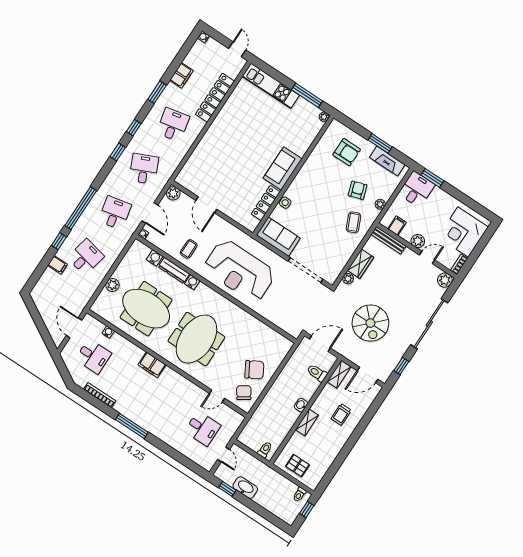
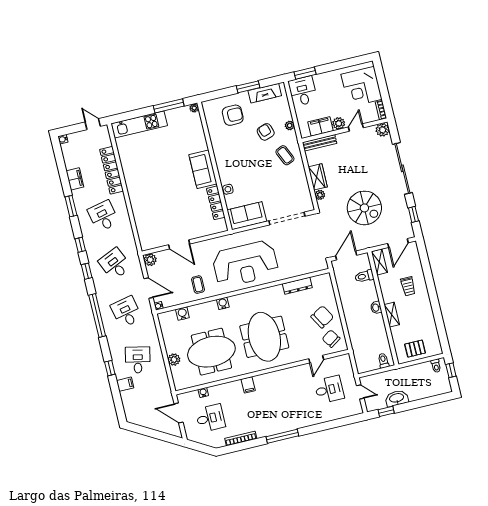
window: (81, 208) -> (97, 315), moved
filing cabinet: (397, 226) -> (320, 126), width x2.00
dresser: (174, 270) -> (297, 286), moved
filing cabinet: (152, 365) -> (248, 385), width x0.50

